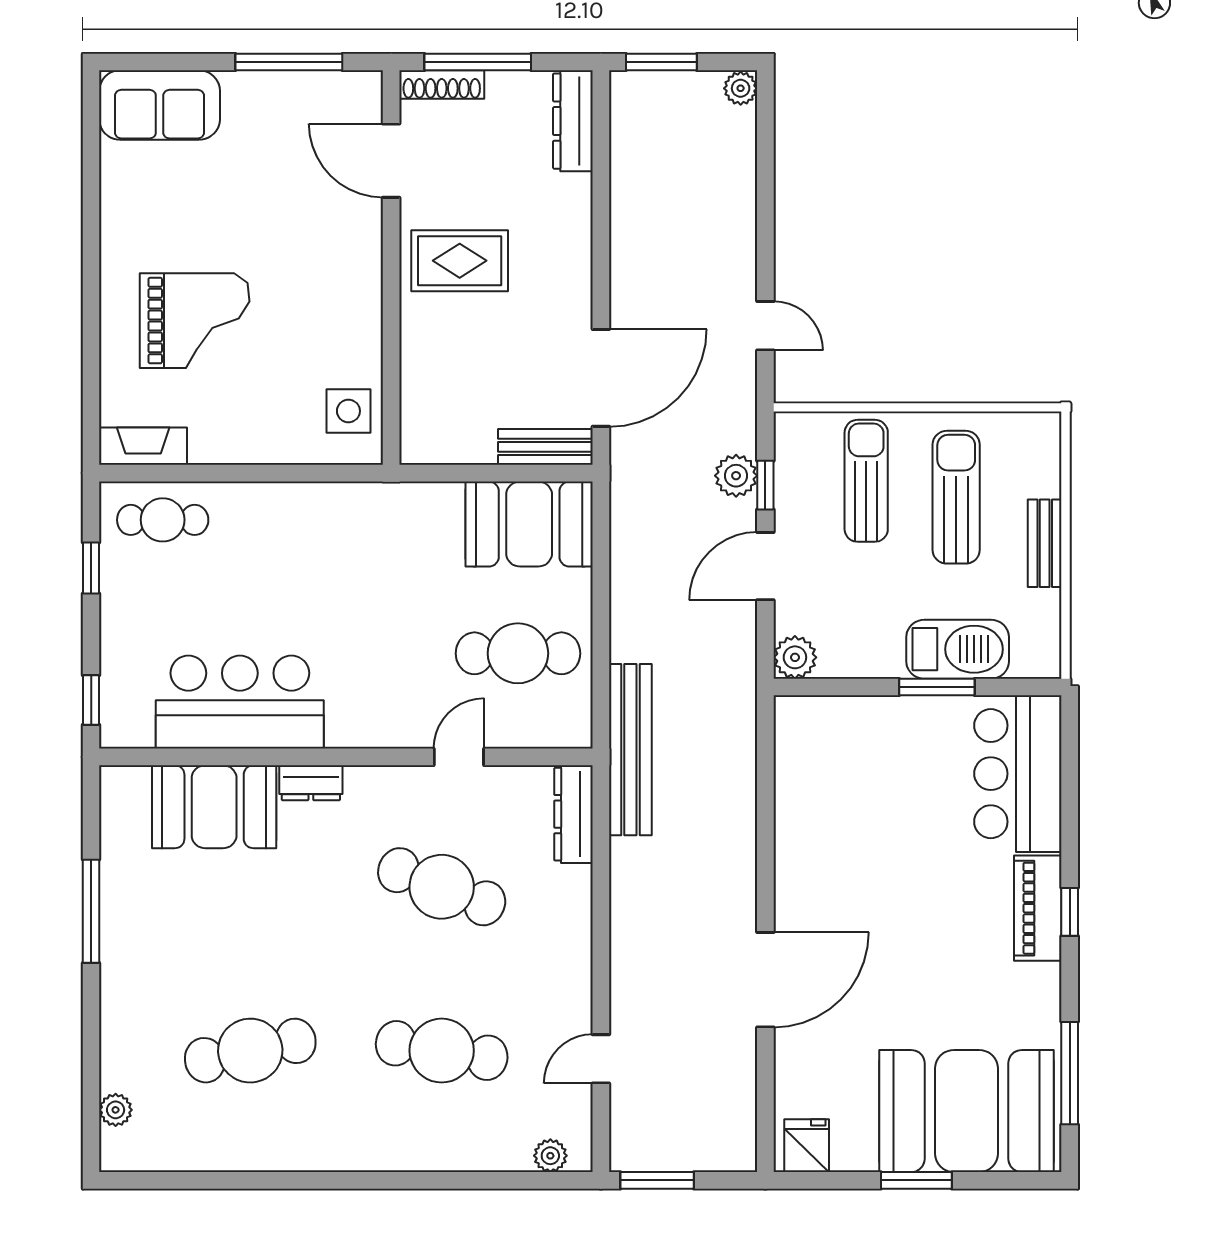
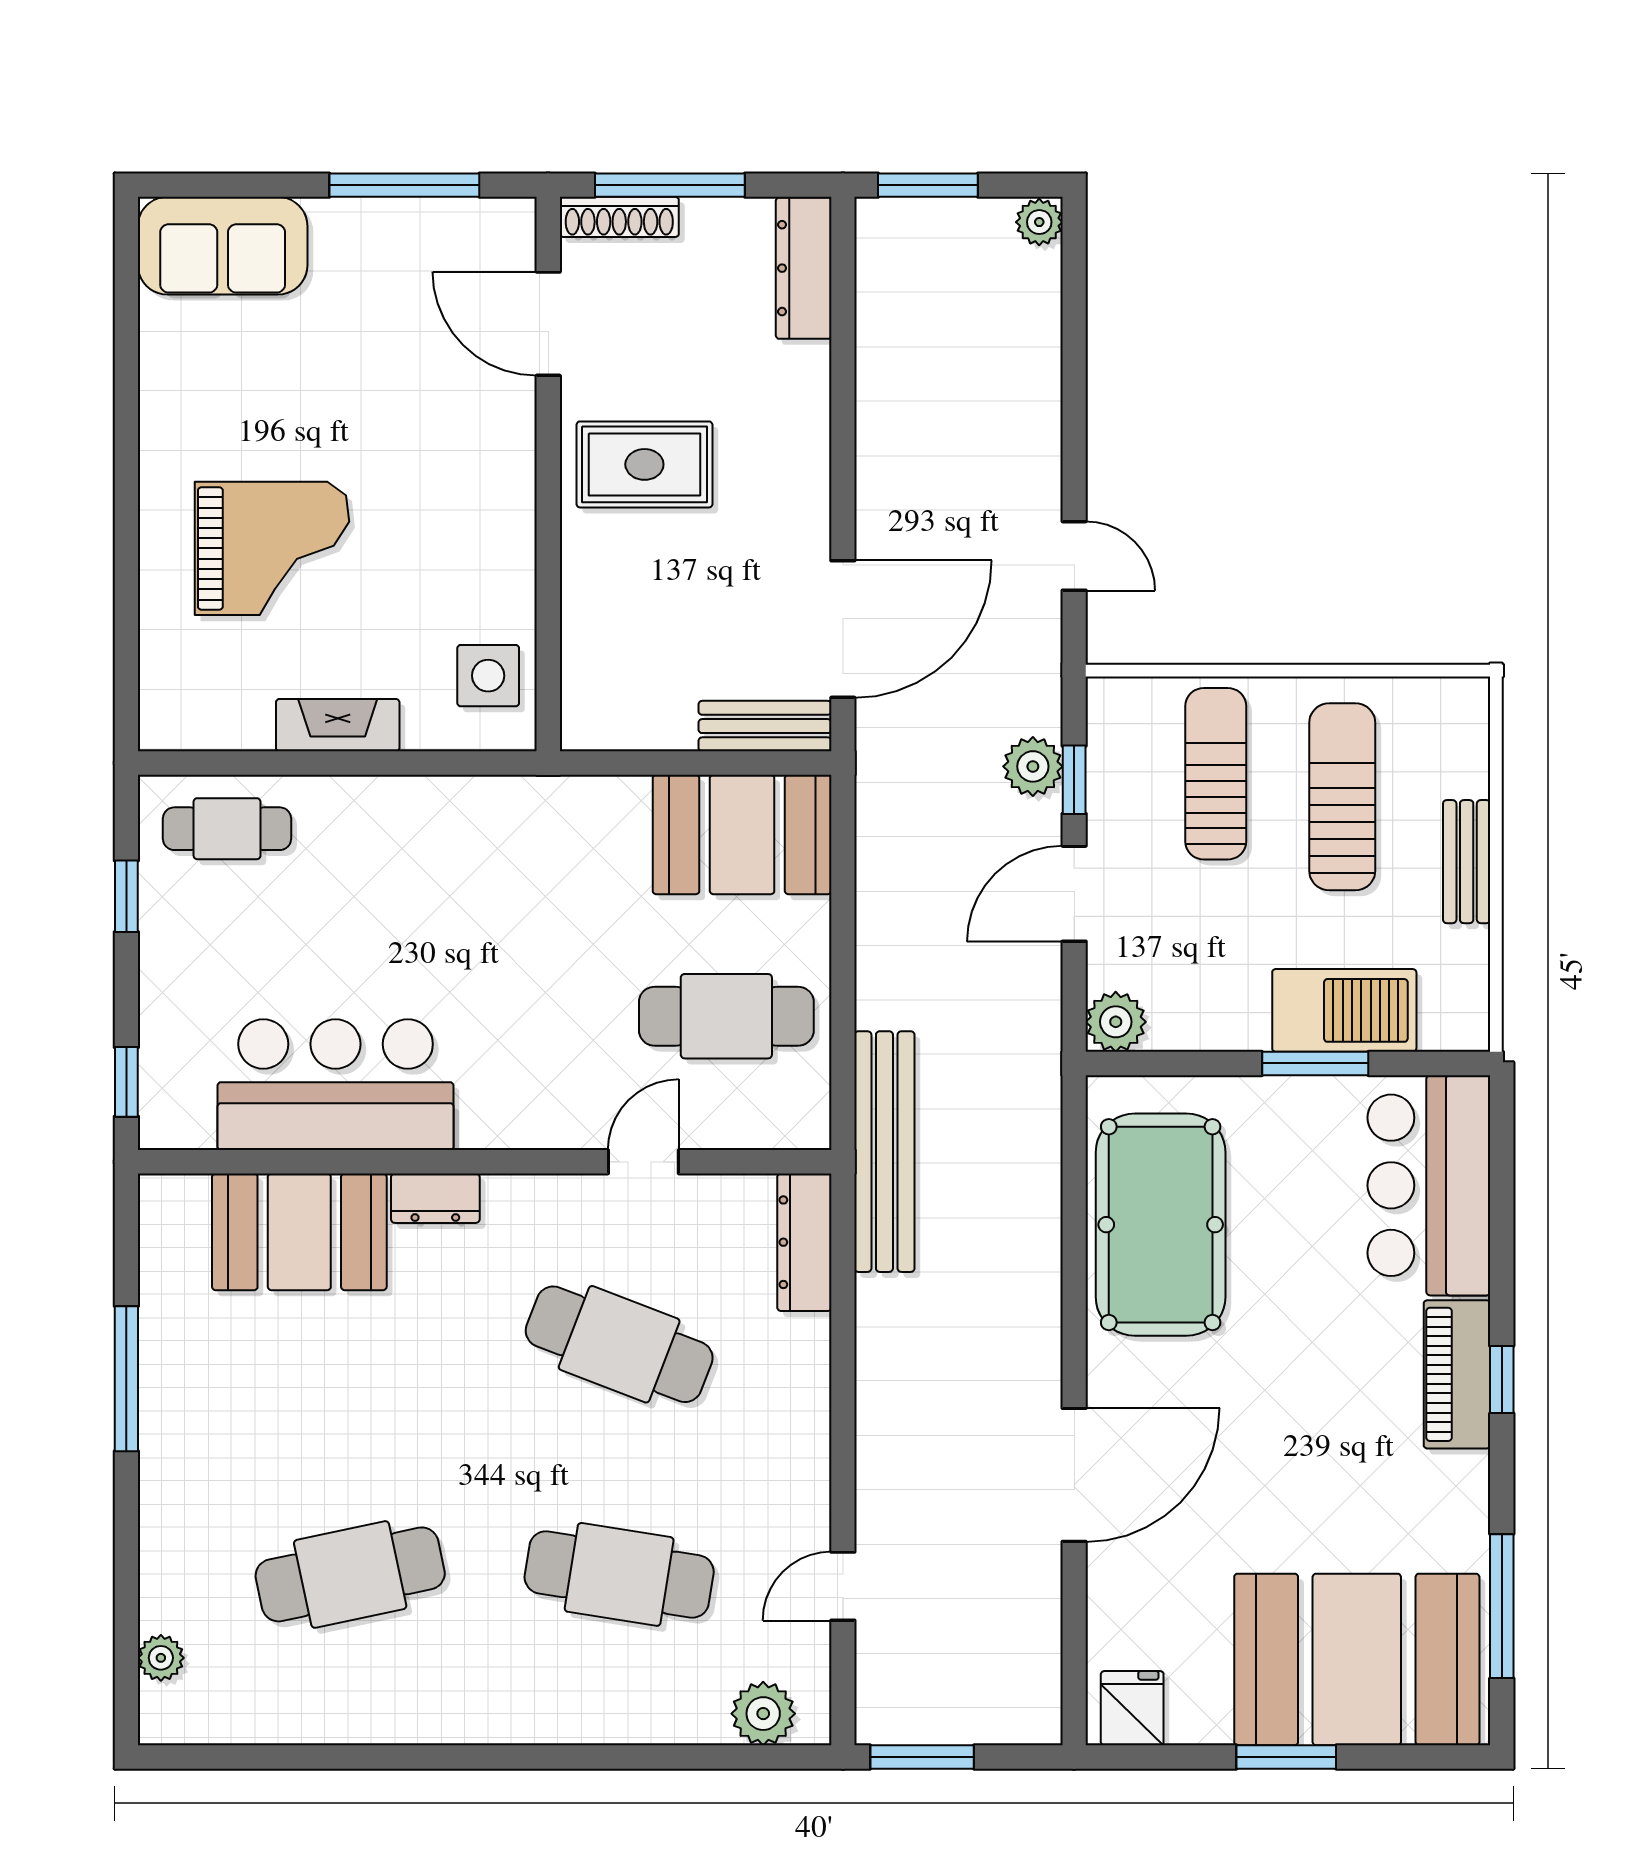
fireplace: (143, 446) -> (338, 725), moved
pool table: (827, 802) -> (1161, 1225), added
plant: (550, 1156) -> (763, 1714), width x1.38, depth x1.38

